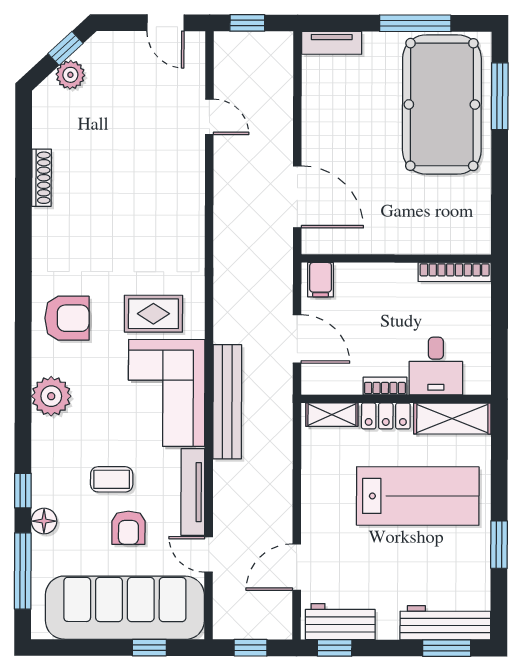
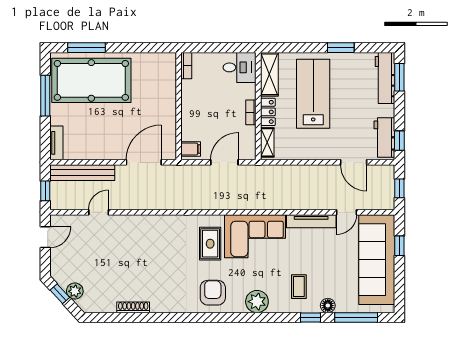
bookcase: (455, 272) -> (186, 66), width x0.64
desk: (436, 366) -> (240, 67), moved
bench: (227, 402) -> (82, 173), moved
coffee table: (112, 479) -> (299, 287), moved
armchair: (128, 528) -> (331, 258), removed

